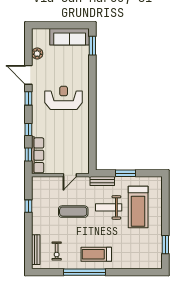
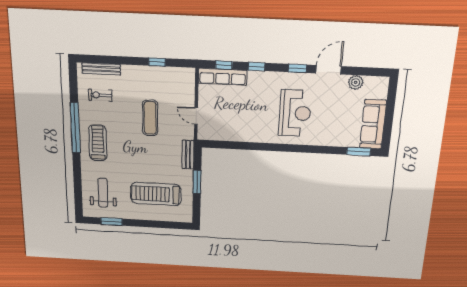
weight bench: (109, 207) -> (103, 193), moved

